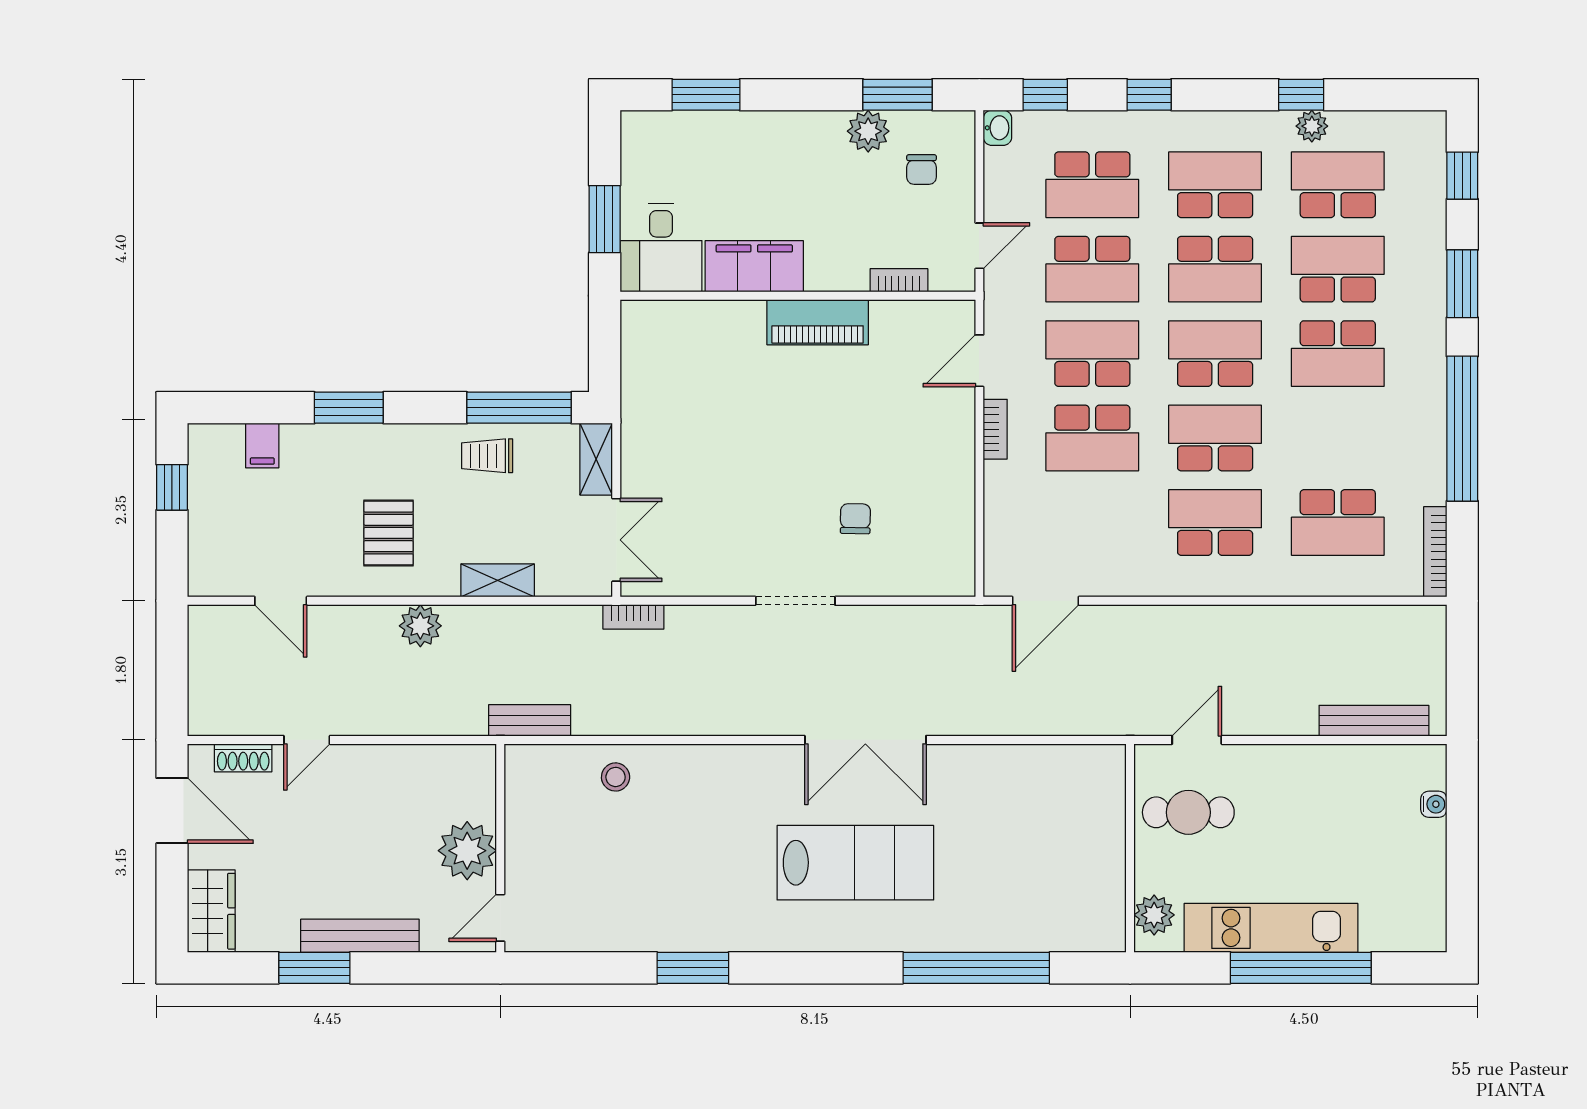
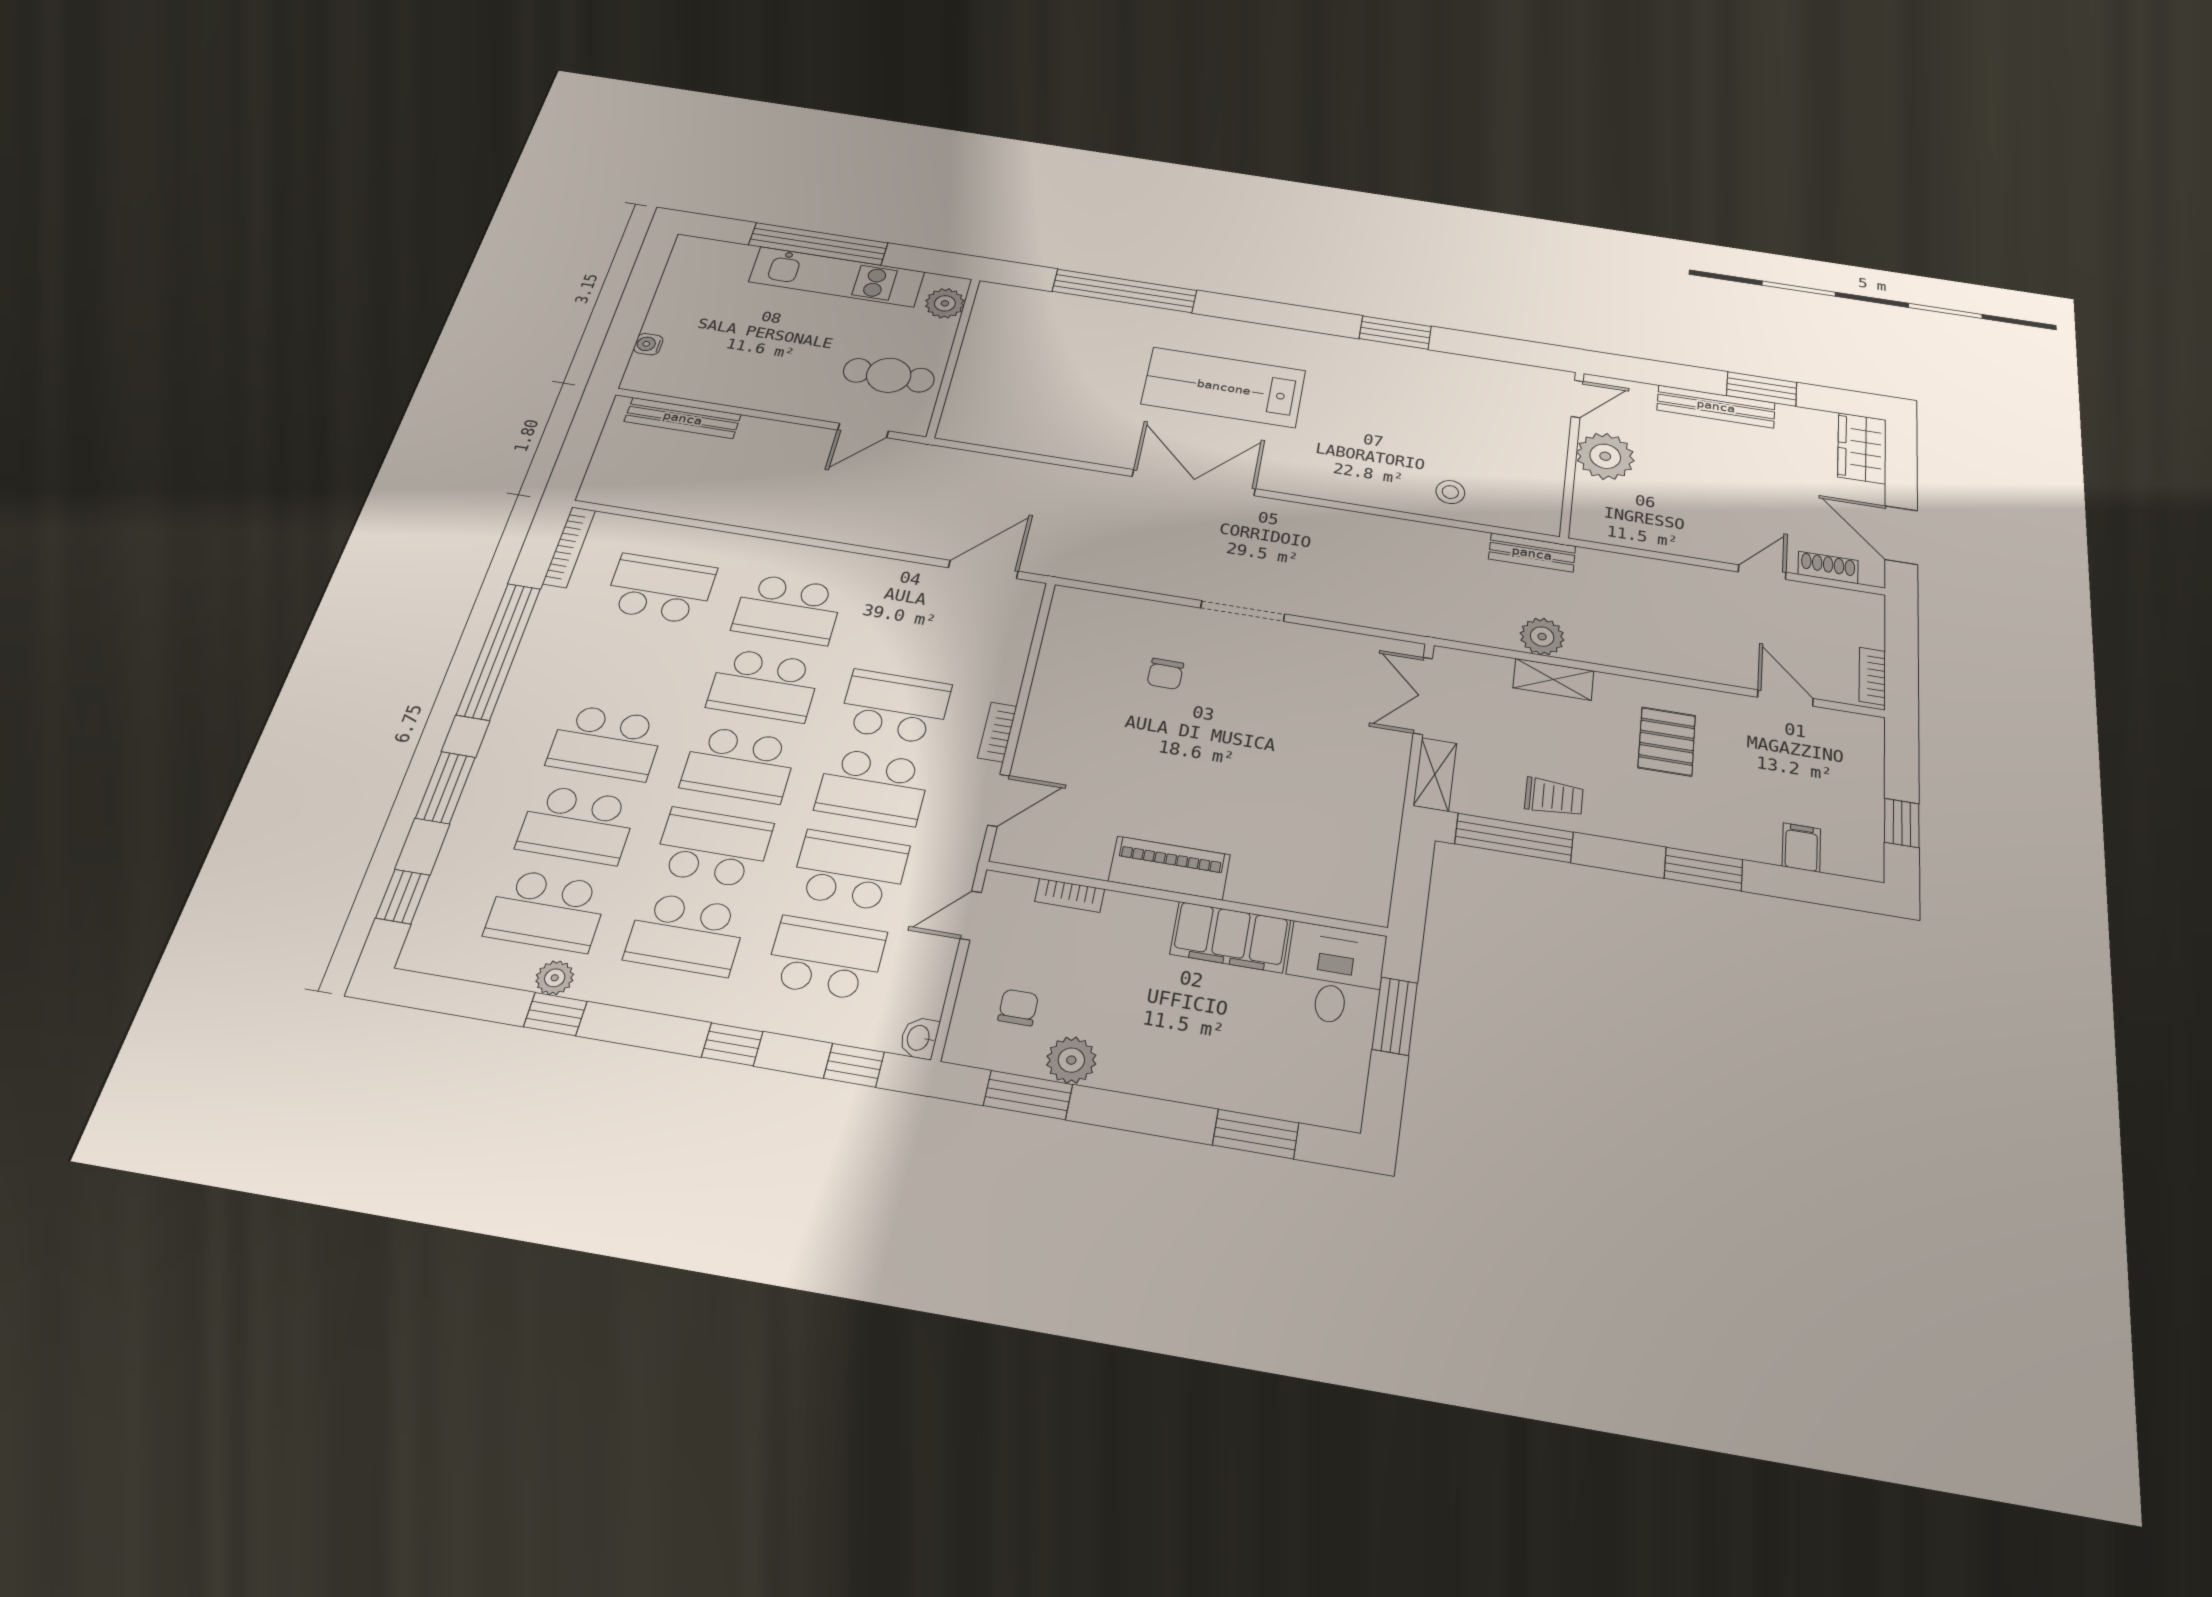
school desk: (1338, 354) -> (606, 743), turned 180
bookcase: (633, 617) -> (1872, 676), moved, turned -90
plant: (420, 626) -> (1542, 637), moved

